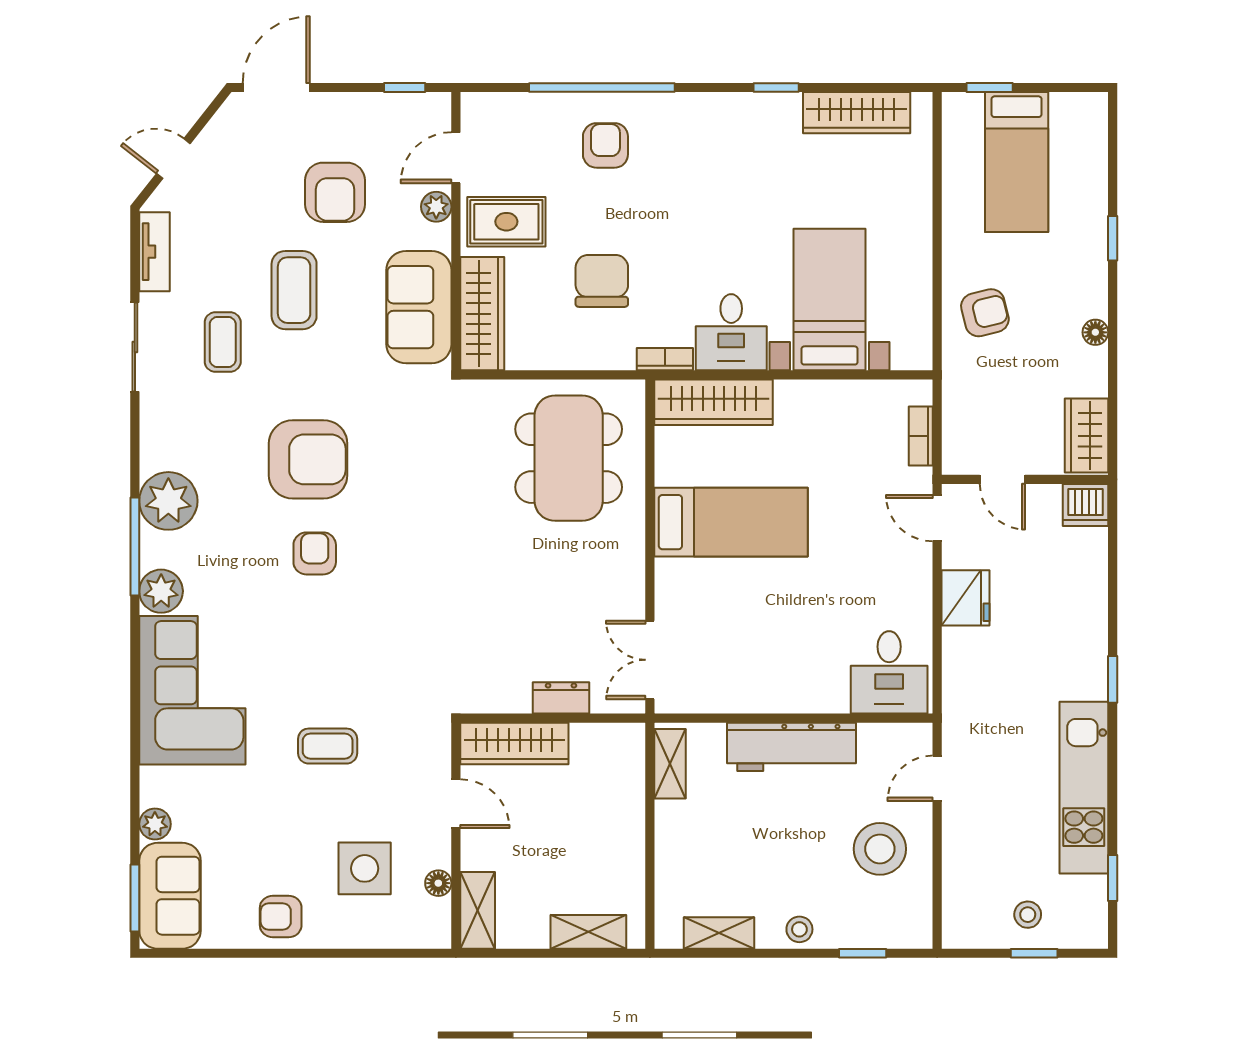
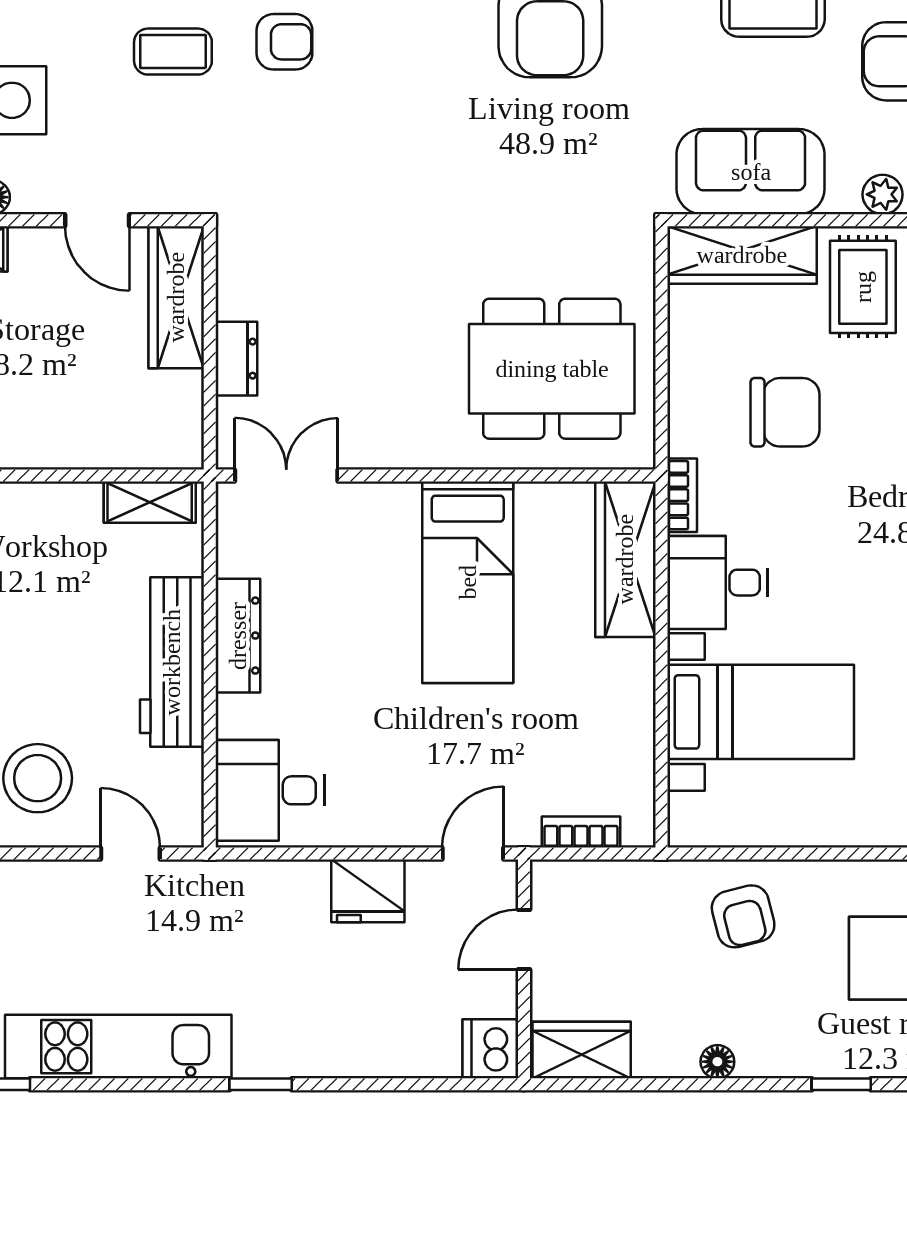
armchair: (315, 553) -> (284, 42), moved
dresser: (771, 697) -> (238, 636), added
coffee table: (328, 746) -> (173, 52), turned 90
door: (456, 804) -> (97, 220), hinge flipped

